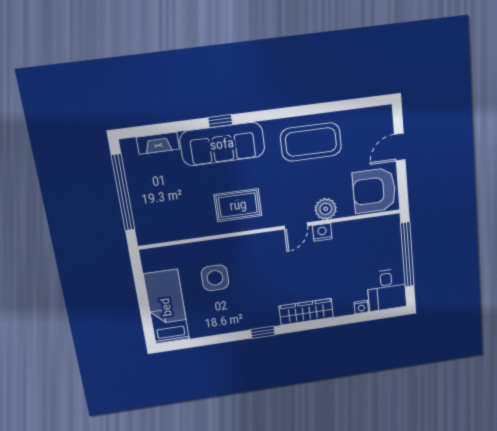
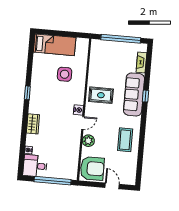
coffee table: (311, 142) -> (125, 140), width x0.73, depth x0.76
armchair: (374, 191) -> (92, 168), turned 90
rug: (238, 205) -> (101, 95), turned 90
door: (296, 226) -> (83, 123), swing flipped
nightstand: (322, 232) -> (78, 110), moved
wardrobe: (306, 312) -> (33, 124), width x0.67

